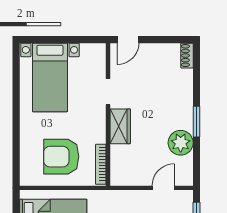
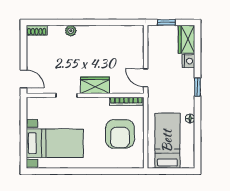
window: (196, 122) -> (91, 22), removed
plant: (181, 143) -> (71, 31), moved, width x0.53, depth x0.53
door: (163, 188) -> (146, 78), moved

